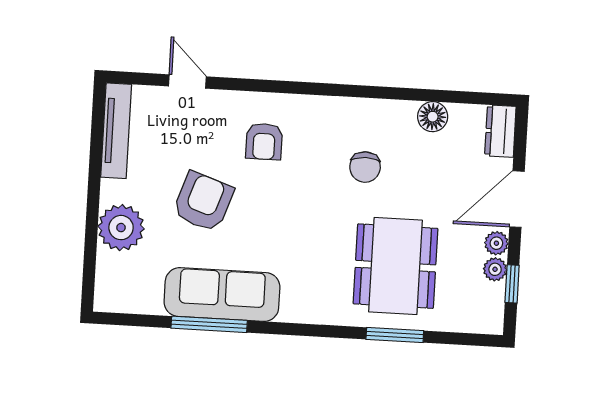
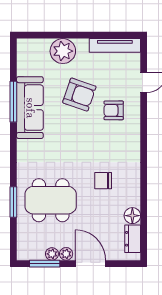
dresser: (500, 131) -> (133, 239), moved, turned -90
armchair: (264, 141) -> (114, 110), moved
window: (512, 284) -> (45, 264), width x1.50

